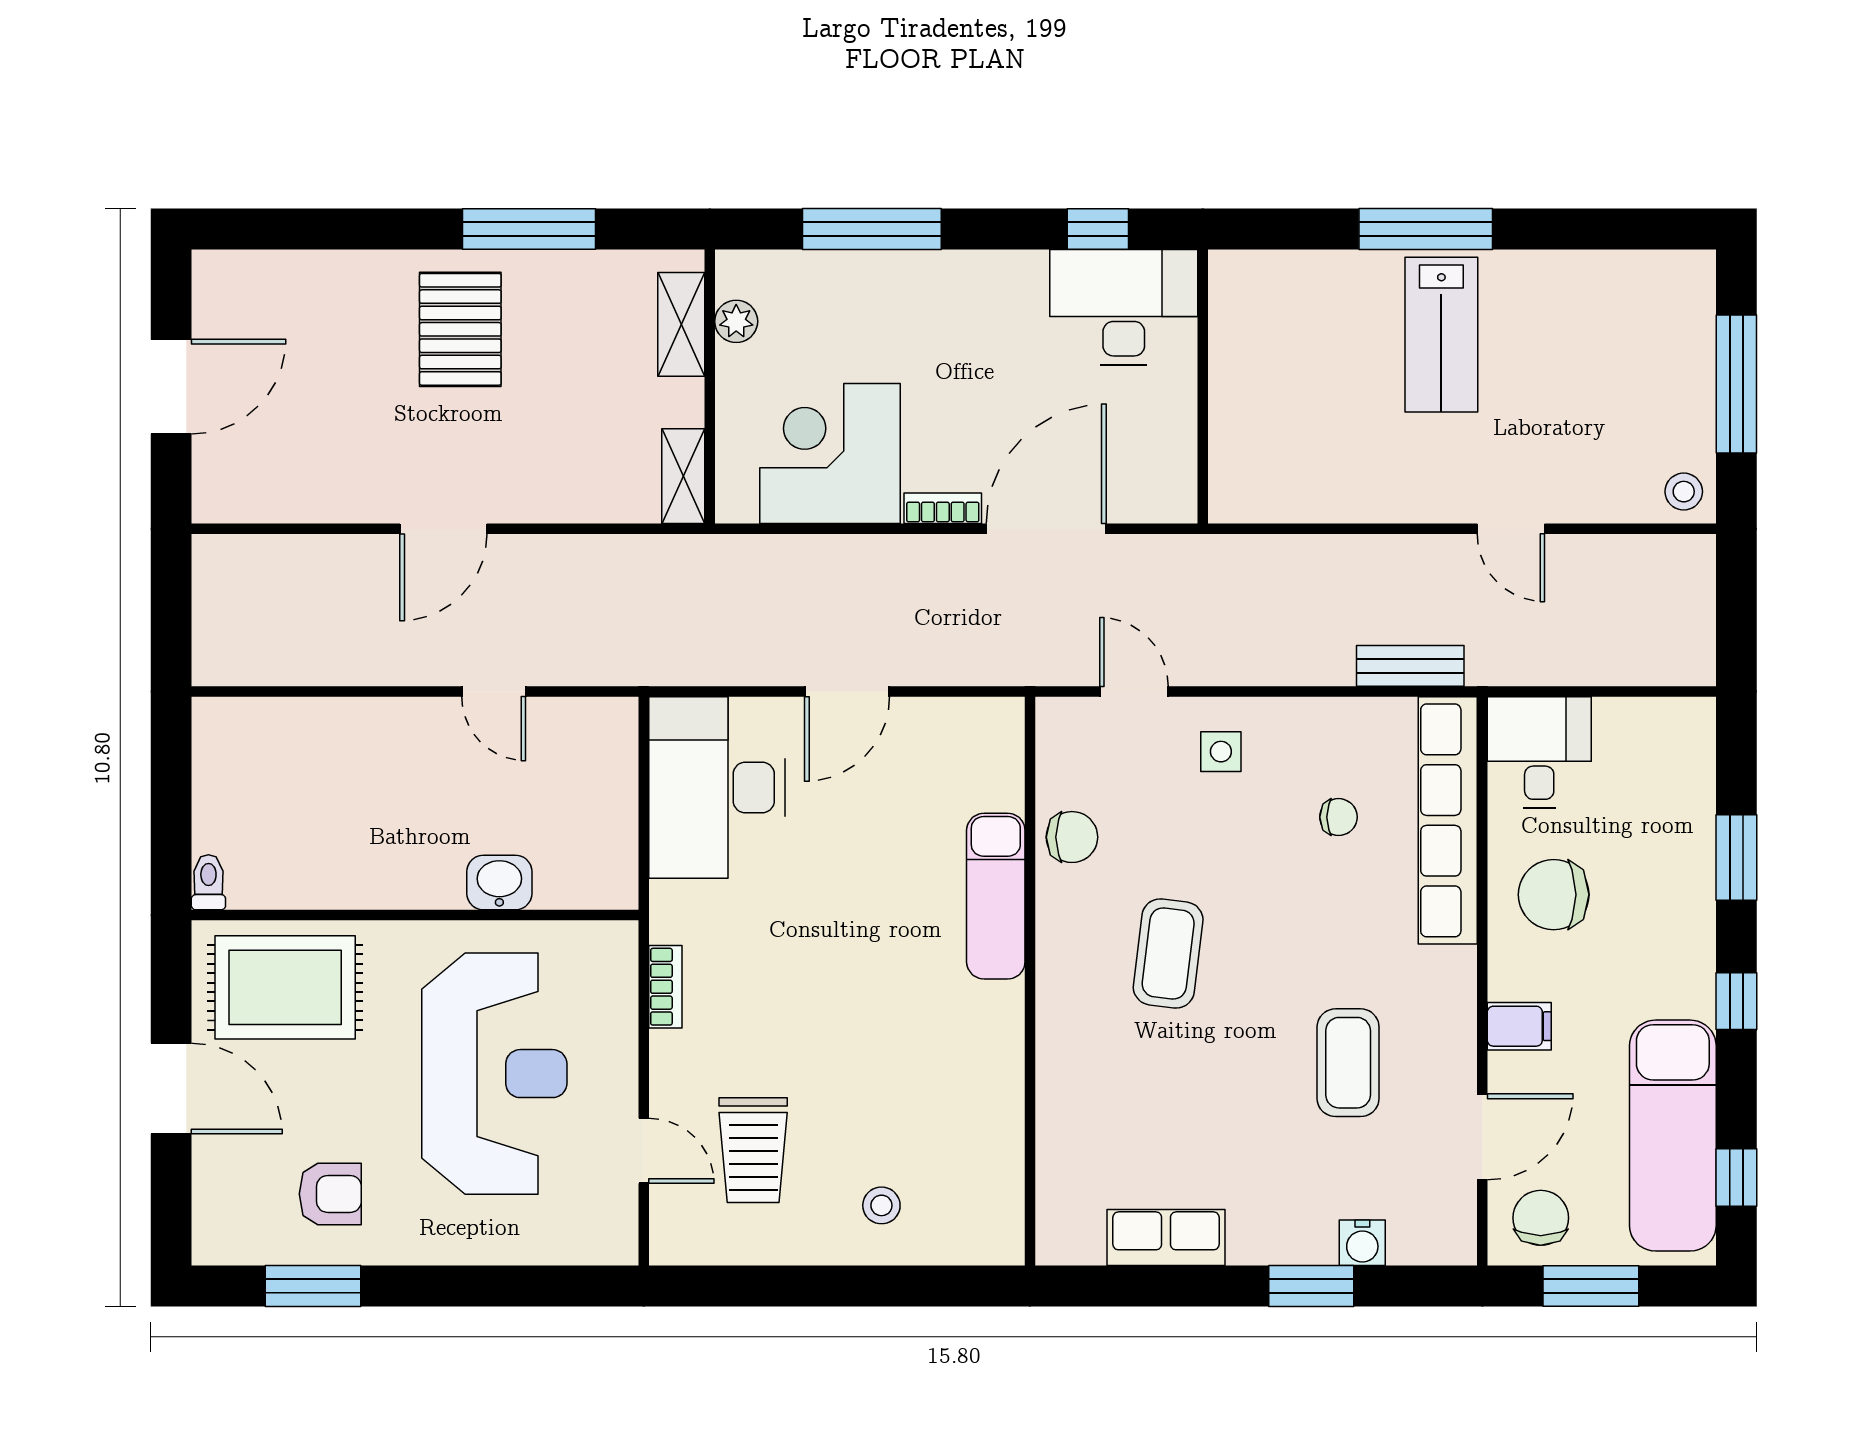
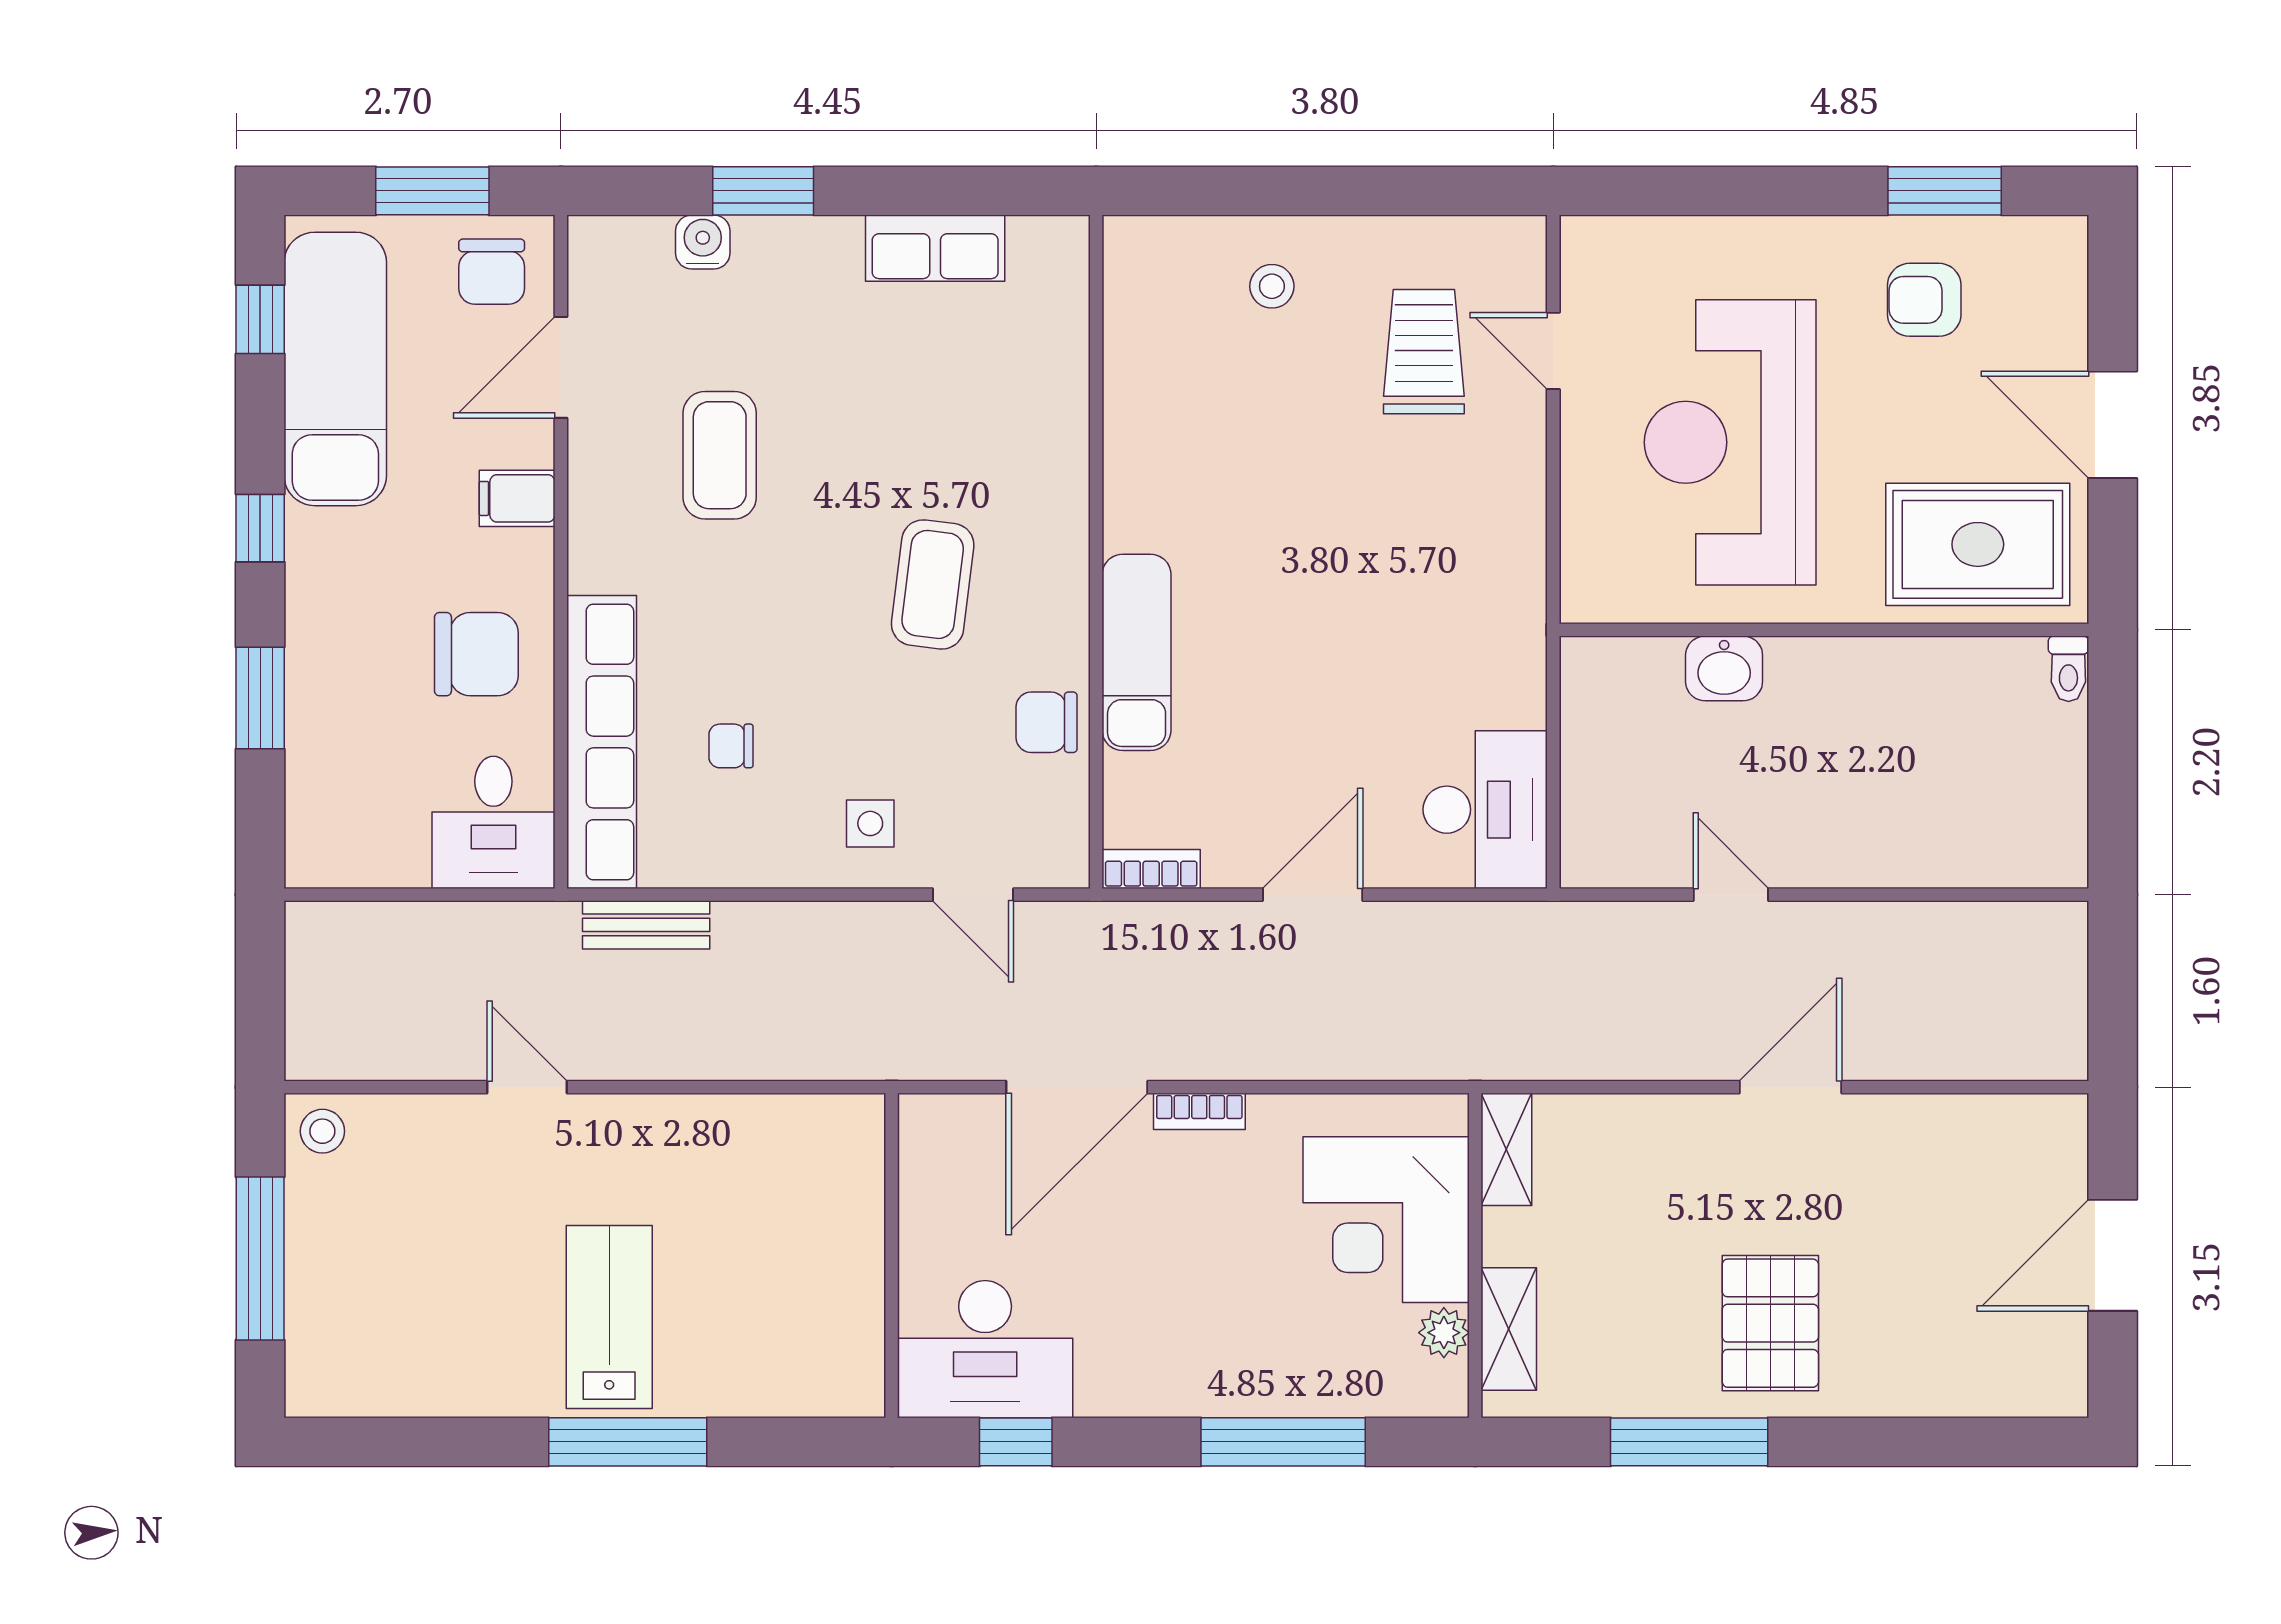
corner desk: (830, 454) -> (1386, 1220), moved, turned 90
desk: (717, 788) -> (1485, 810), width x0.73, depth x0.77
bookcase: (665, 987) -> (1151, 869), moved, turned 90

